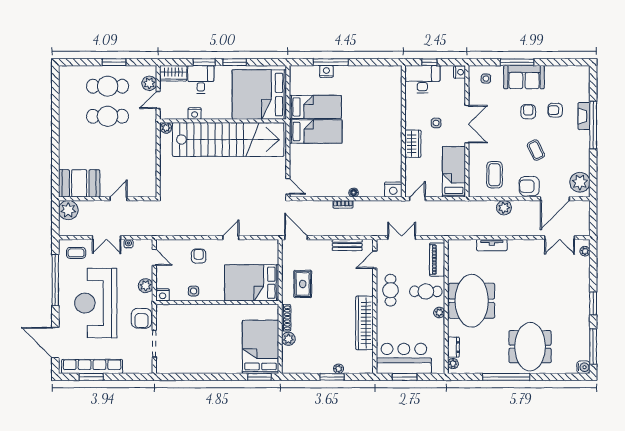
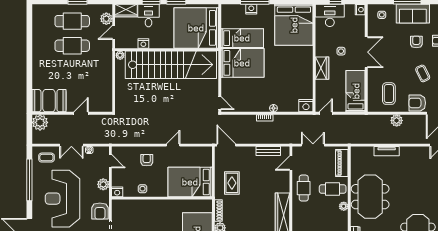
bed: (379, 91) -> (294, 25), added
bed: (316, 131) -> (242, 63), width x1.50

